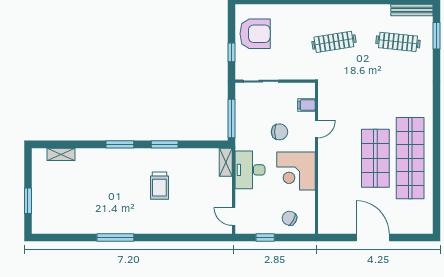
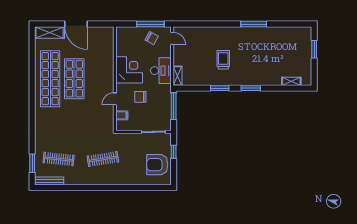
chair: (289, 218) -> (152, 38), moved
shelving: (411, 225) -> (49, 32), added
window: (265, 237) -> (150, 24), width x2.17

